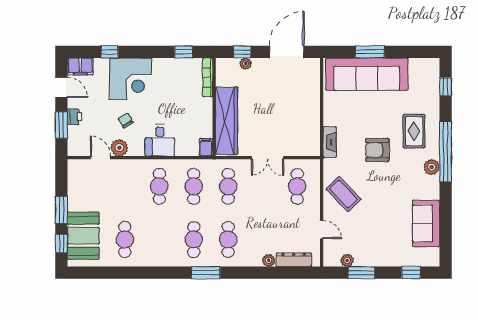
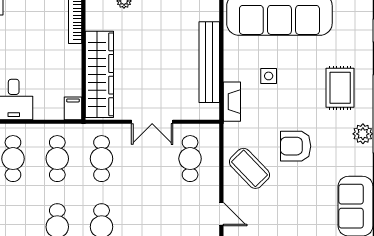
bench: (312, 111) -> (209, 62), added
side table: (358, 122) -> (269, 76), added
armchair: (377, 150) -> (296, 146), moved

